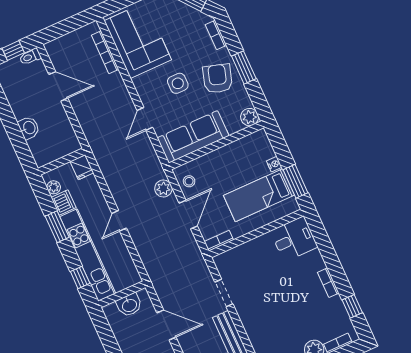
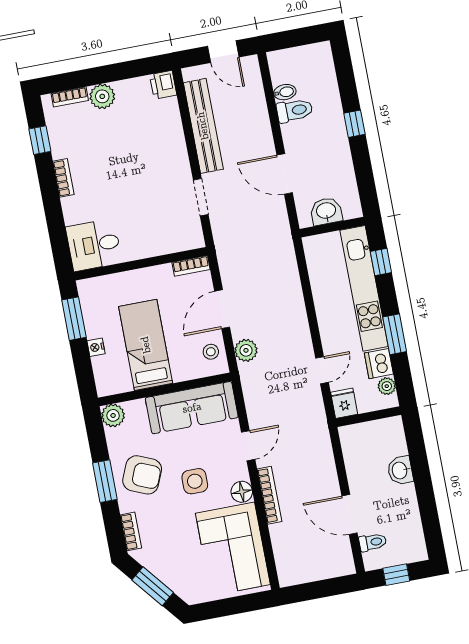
bookcase: (105, 52) -> (269, 495), moved
toilet: (30, 57) -> (373, 542), moved
armchair: (218, 79) -> (142, 475), turned -84
floor lamp: (141, 84) -> (242, 492), added
bed: (259, 195) -> (146, 345), moved, turned -90
door: (119, 221) -> (322, 370), moved

